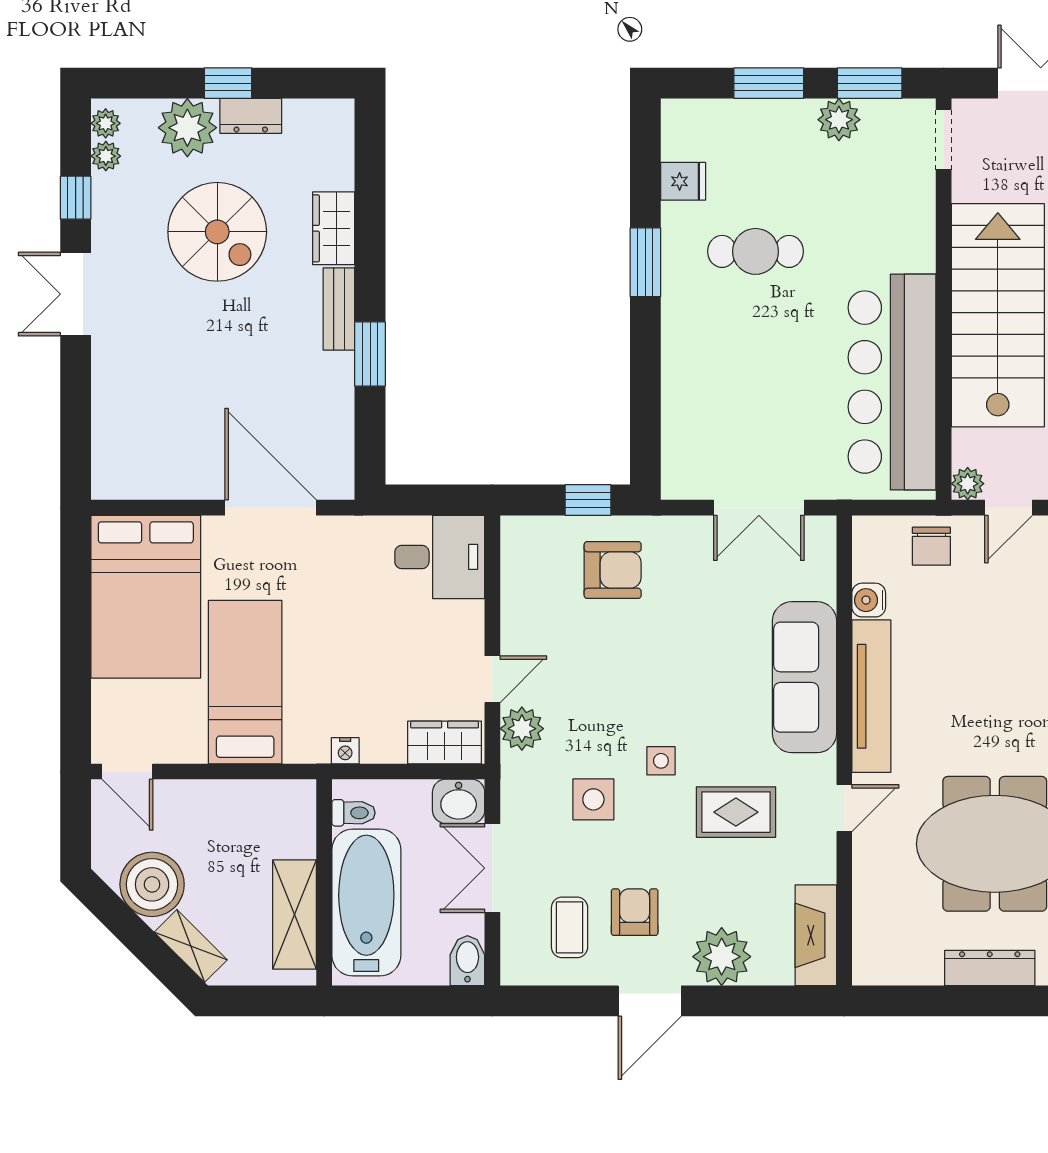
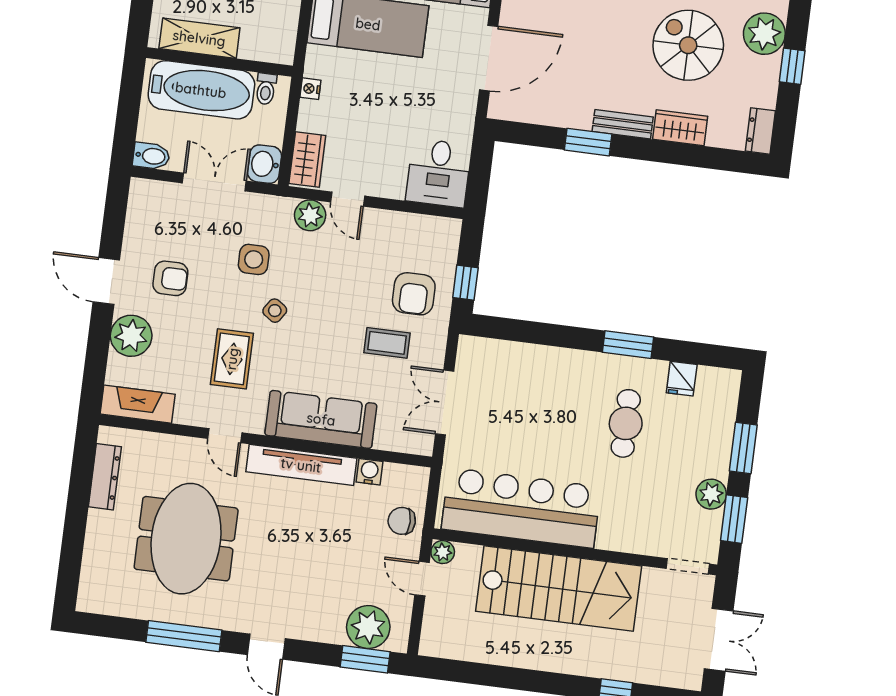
dresser: (251, 116) -> (760, 131), moved
spiral stairs: (217, 232) -> (688, 45), turned 90
side table: (661, 761) -> (275, 311), turned 34
coffee table: (570, 927) -> (387, 343), moved
dresser: (990, 968) -> (105, 477), moved

